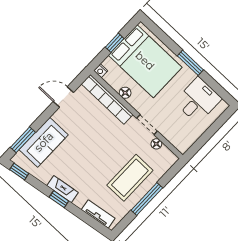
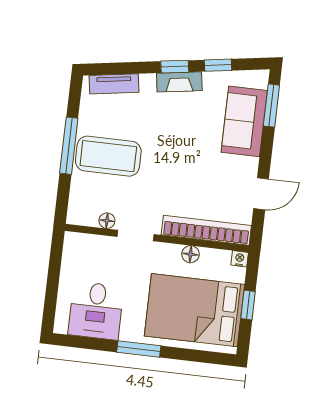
window: (19, 171) -> (218, 65), moved
coffee table: (130, 178) -> (108, 156), turned 90

